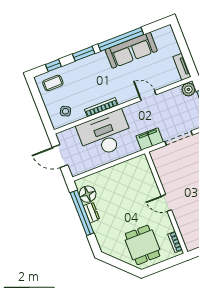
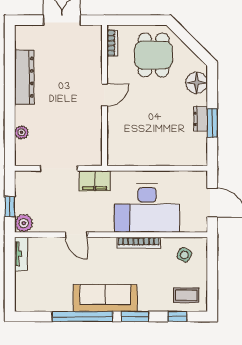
sofa: (131, 50) -> (105, 298), moved
floor lamp: (88, 194) -> (197, 83), moved
door: (166, 203) -> (105, 95), hinge flipped
window: (82, 213) -> (212, 123), width x0.47

